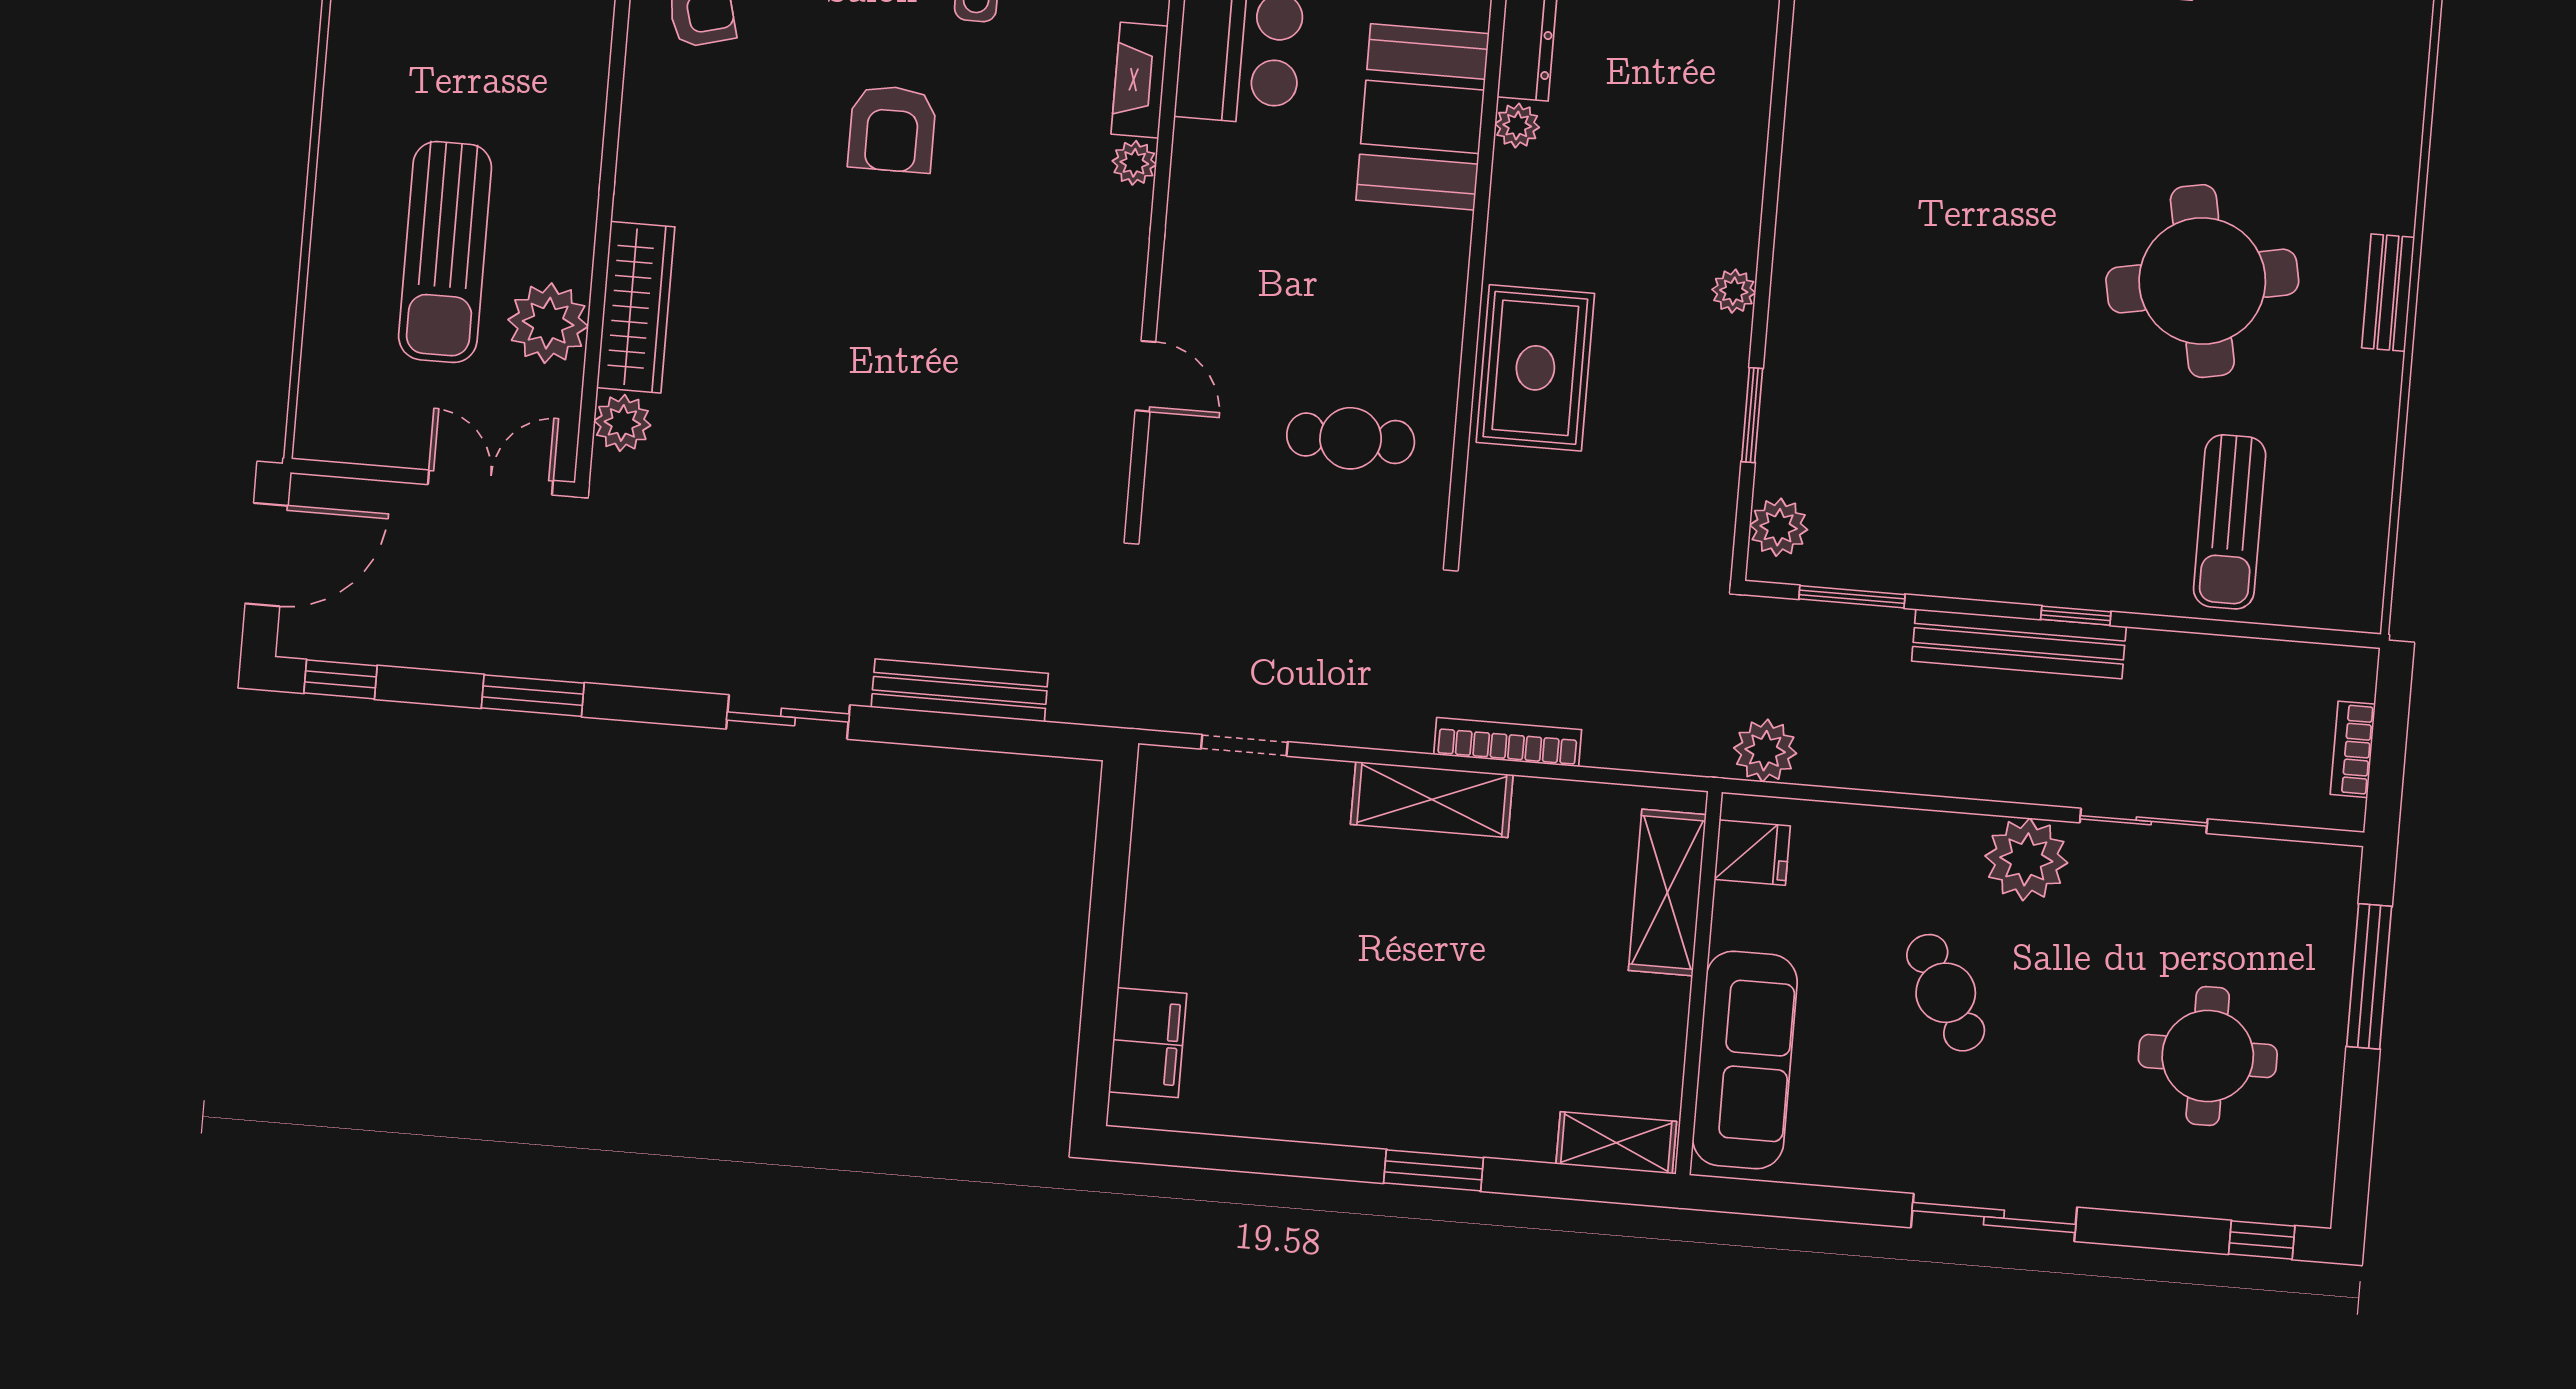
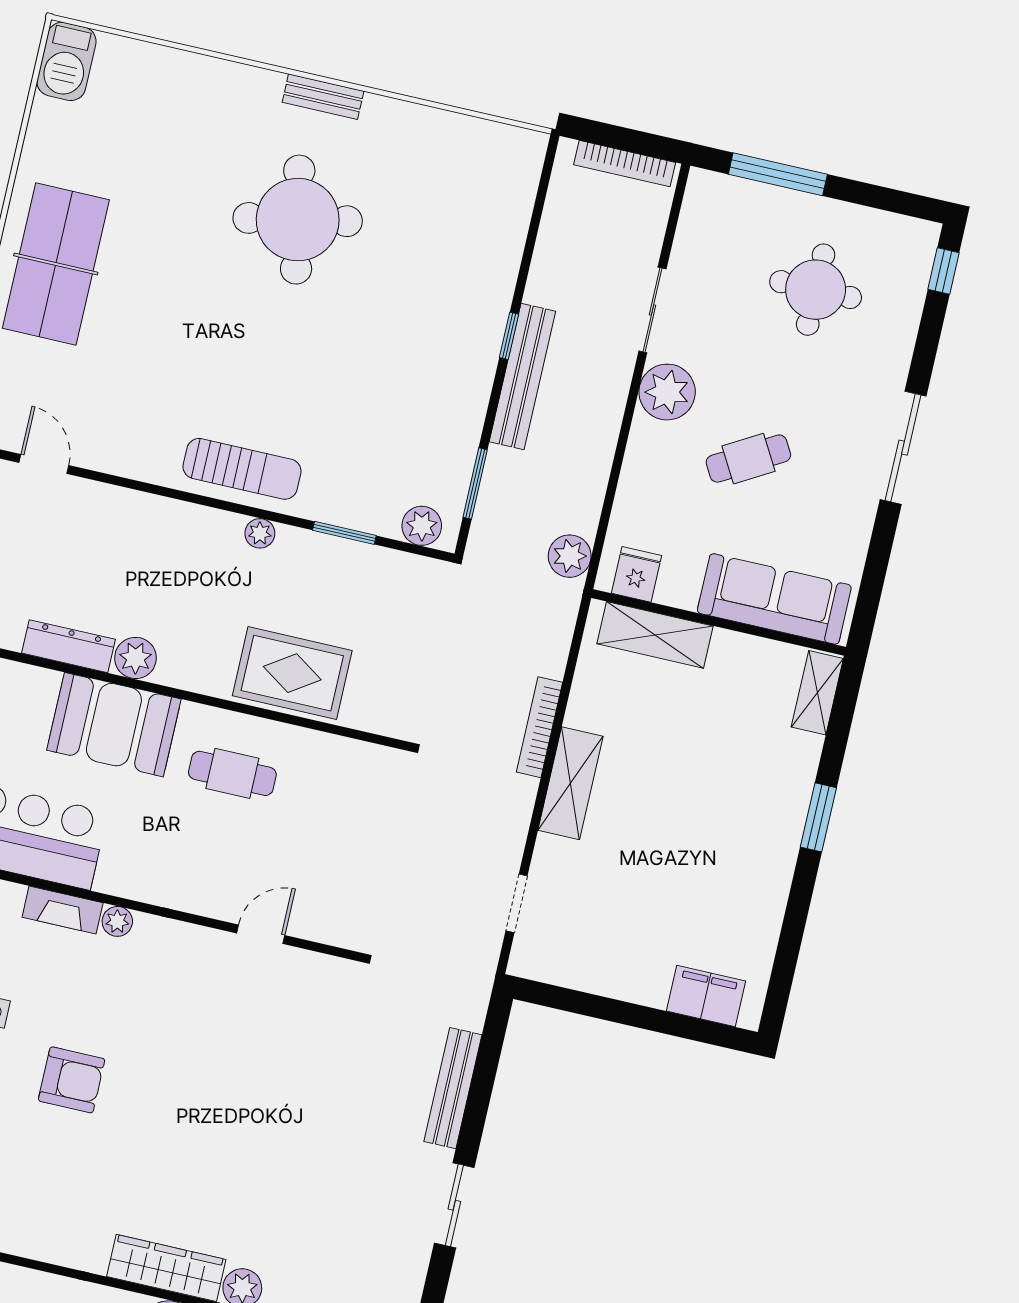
plant: (1517, 126) -> (135, 658), width x1.38, depth x1.38
cafe table: (1351, 438) -> (232, 773), moved, turned 90
sun lounger: (2230, 522) -> (242, 469), moved
bookcase: (2353, 749) -> (625, 164), width x1.56

